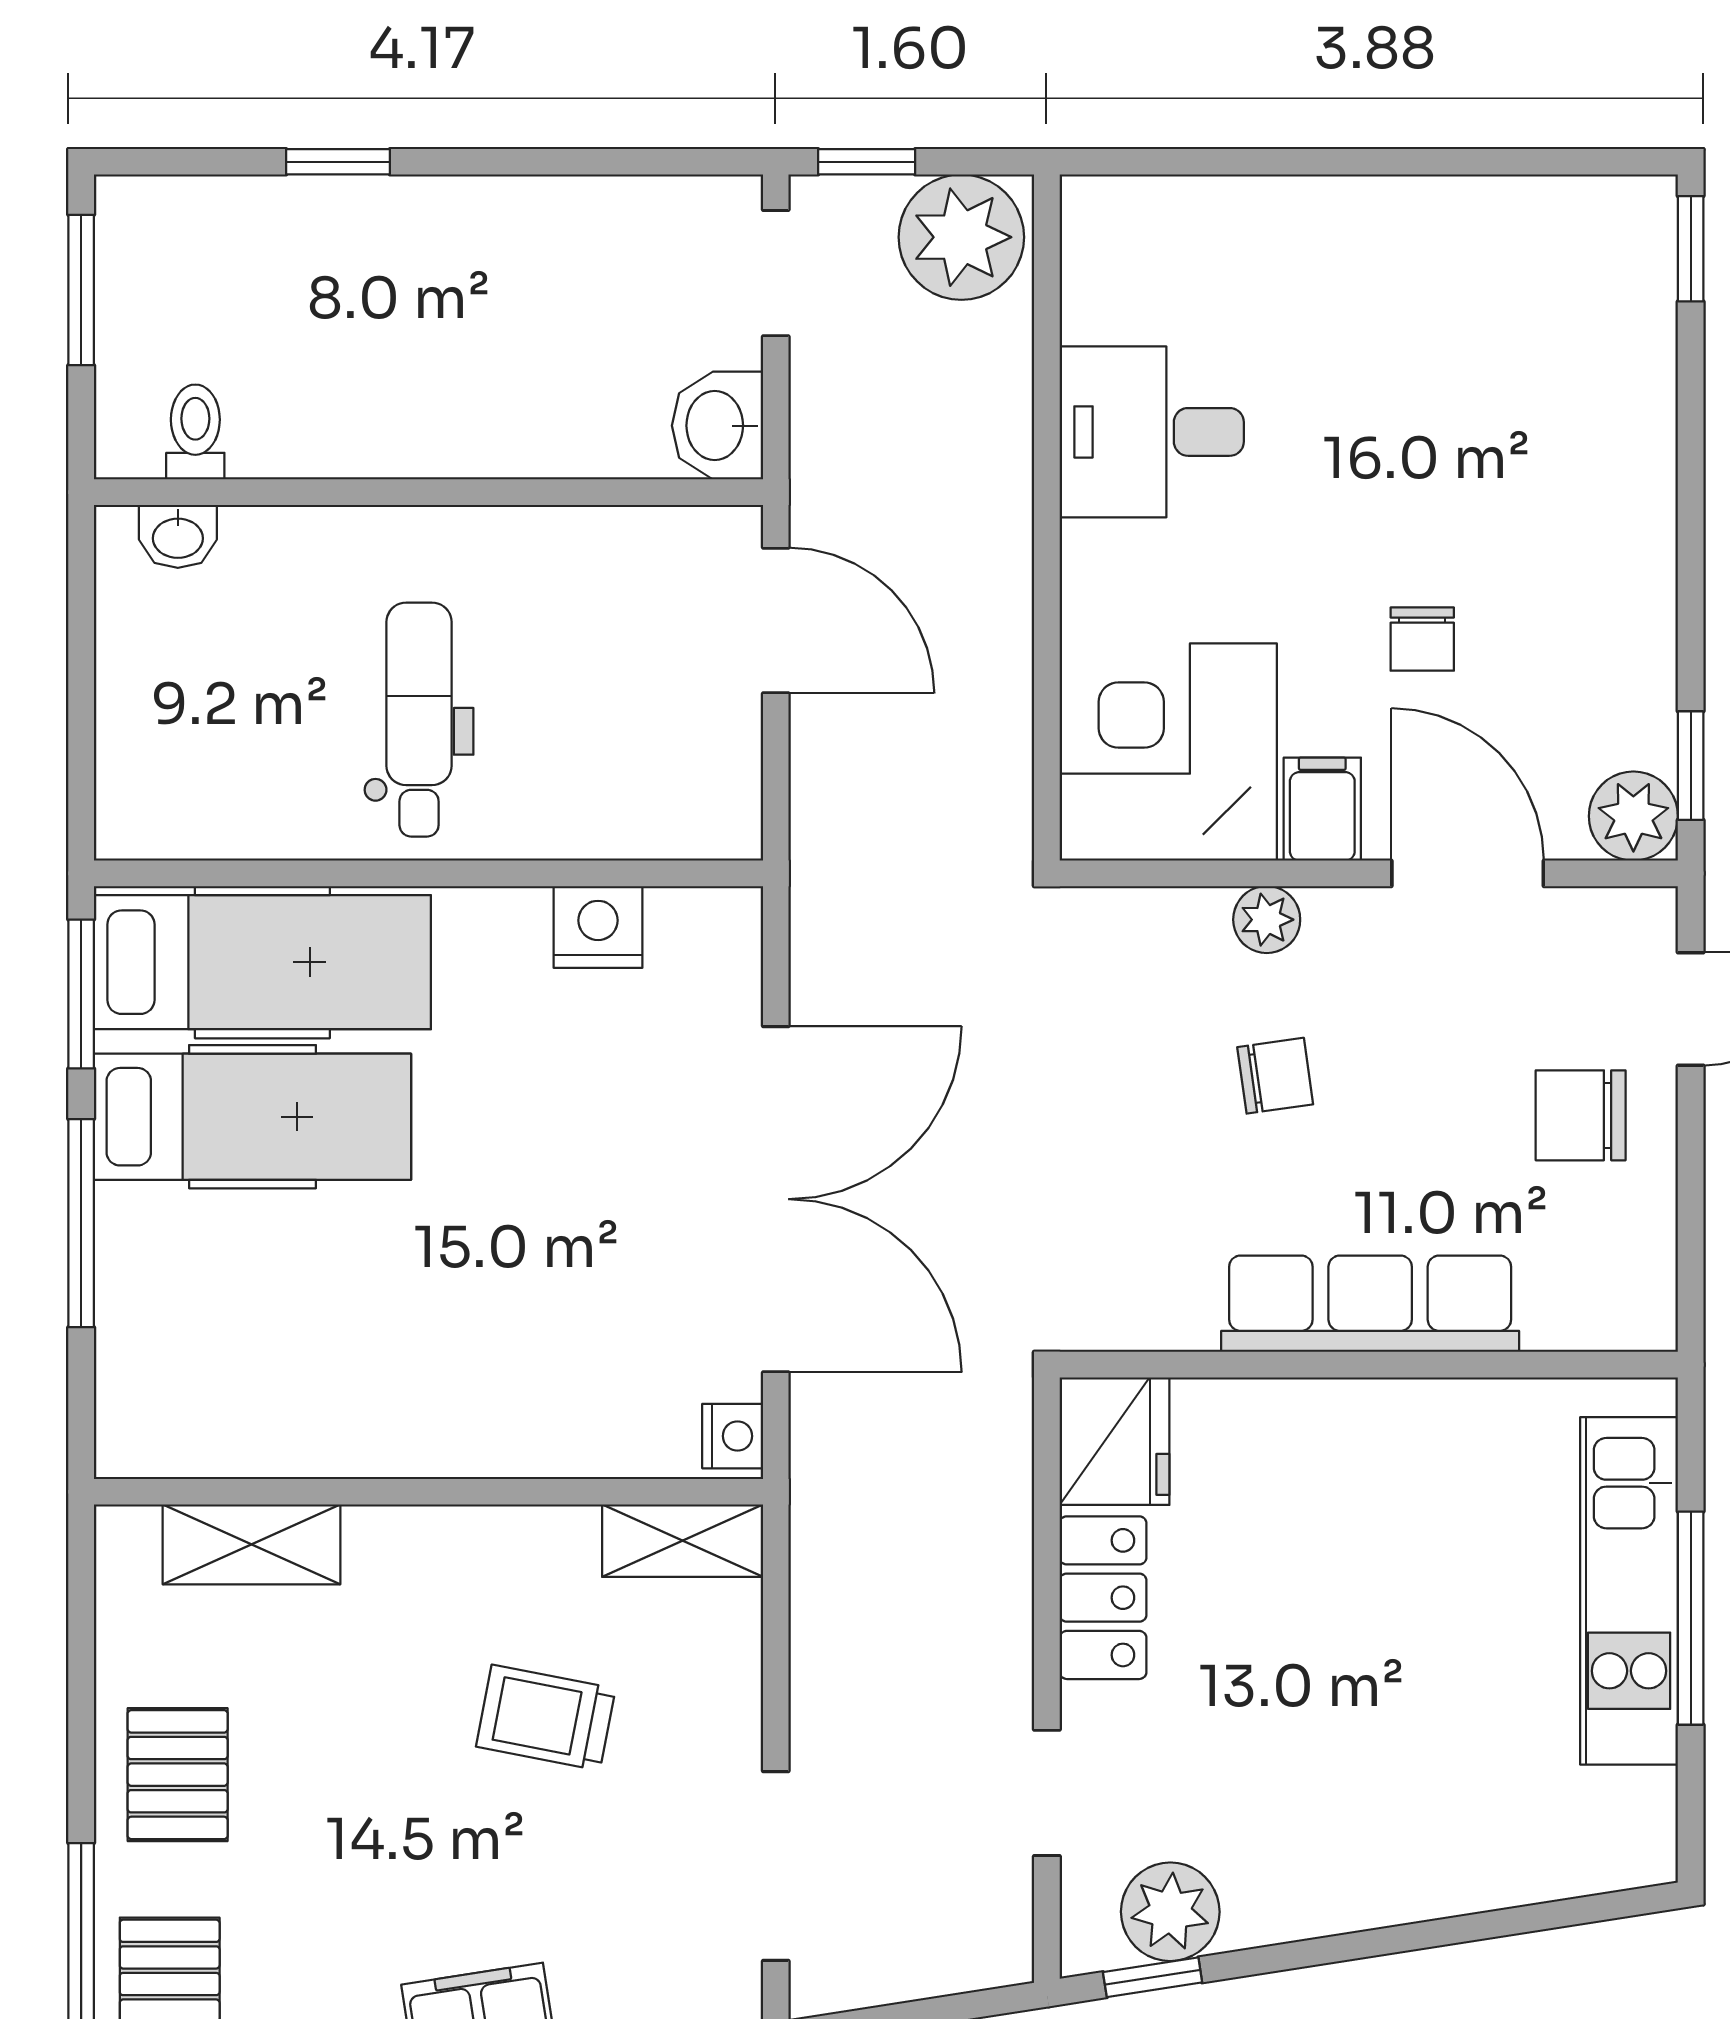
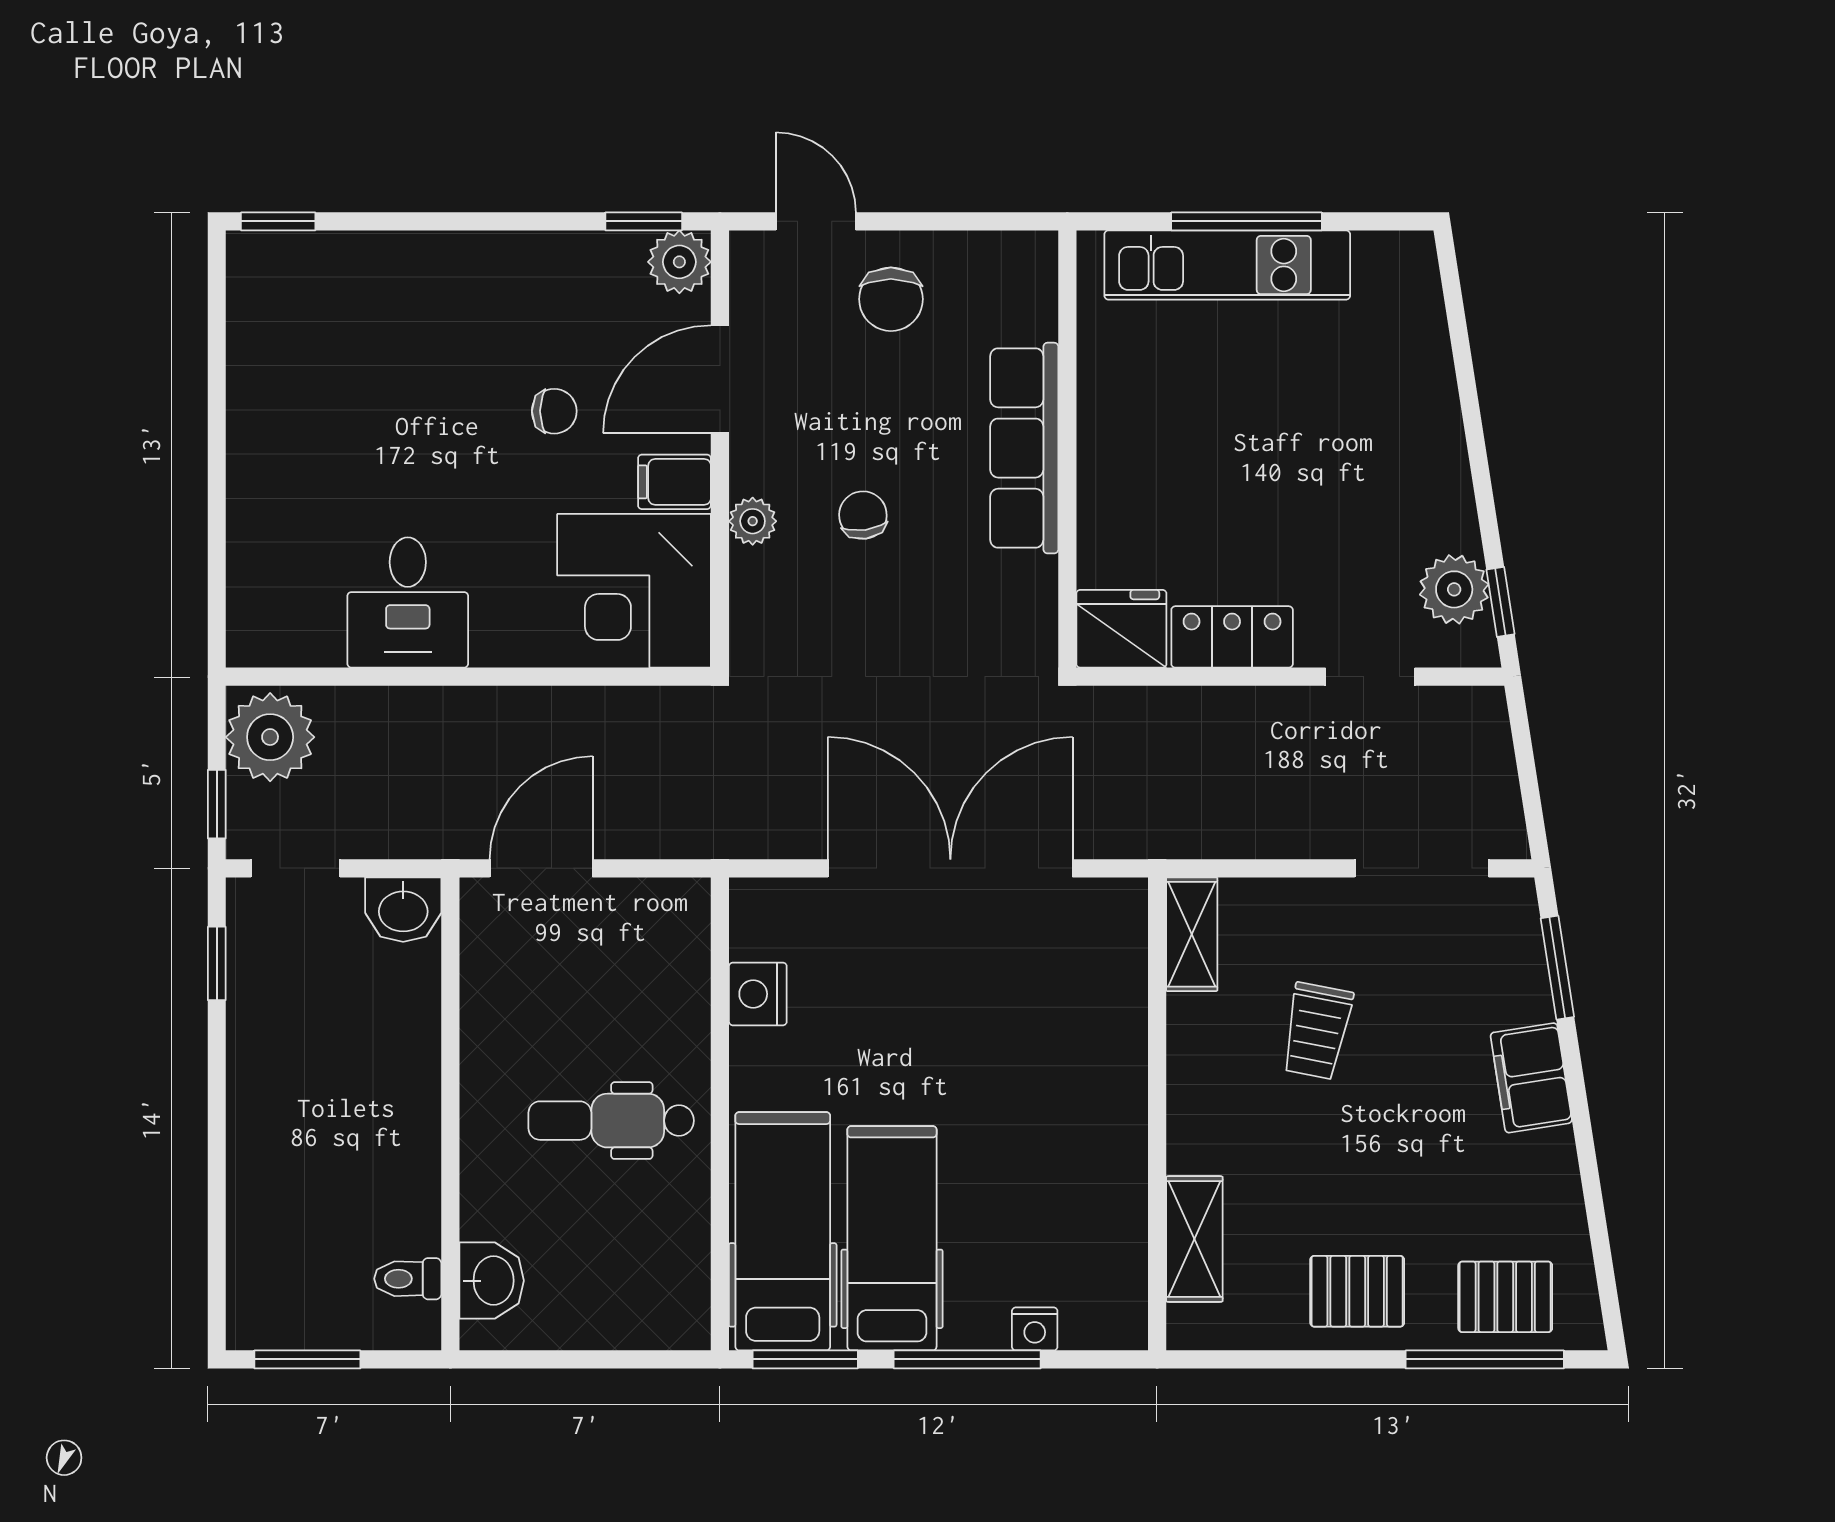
window: (338, 162) -> (217, 963), moved
washbasin: (178, 536) -> (492, 1281), width x1.38, depth x1.45
nightstand: (733, 1436) -> (1035, 1329), moved, turned 180

